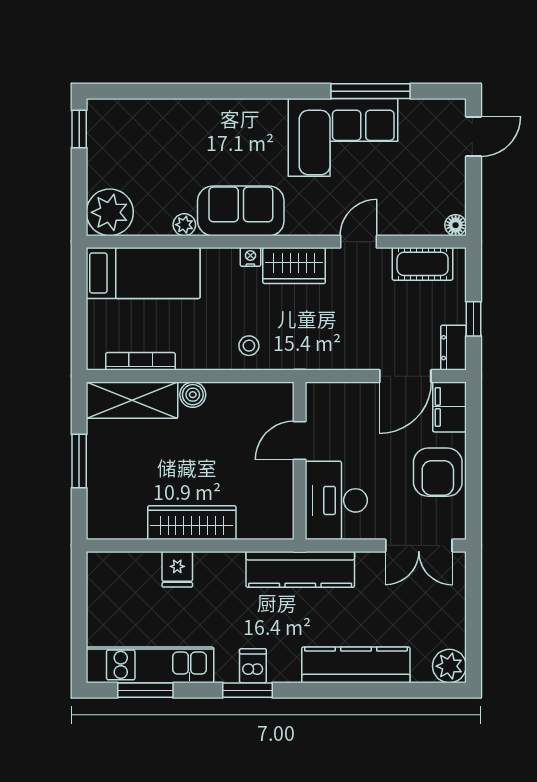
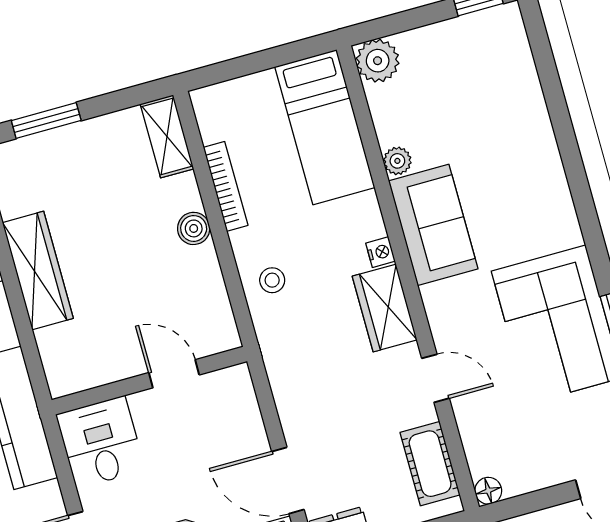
plant: (110, 212) -> (378, 61), width x0.73, depth x0.73
bookcase: (140, 361) -> (226, 186), moved
shelving: (132, 400) -> (167, 136), width x0.67, depth x0.75
window: (79, 461) -> (46, 120), moved
desk: (336, 500) -> (101, 442), width x0.73

